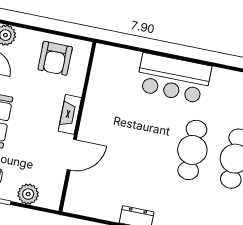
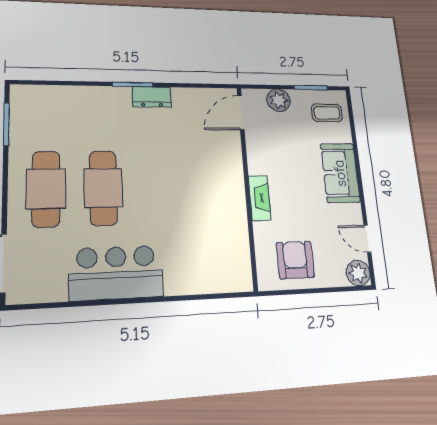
bar counter: (174, 78) -> (116, 273), moved
door: (72, 155) -> (241, 113), moved

